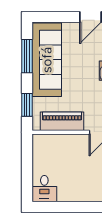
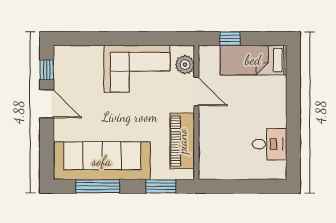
desk: (44, 189) -> (269, 144), moved

